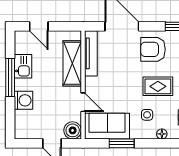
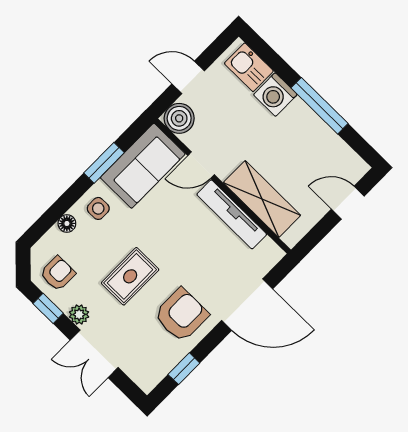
tv unit: (91, 53) -> (232, 214), moved
kitchen sink: (23, 66) -> (249, 67), moved
side table: (147, 115) -> (98, 208), moved

